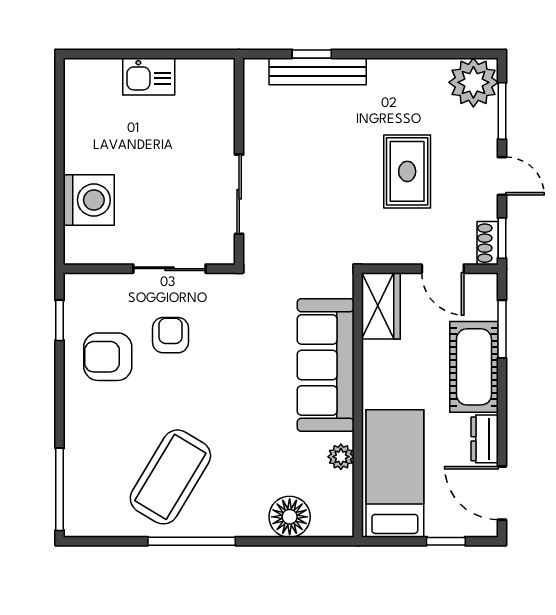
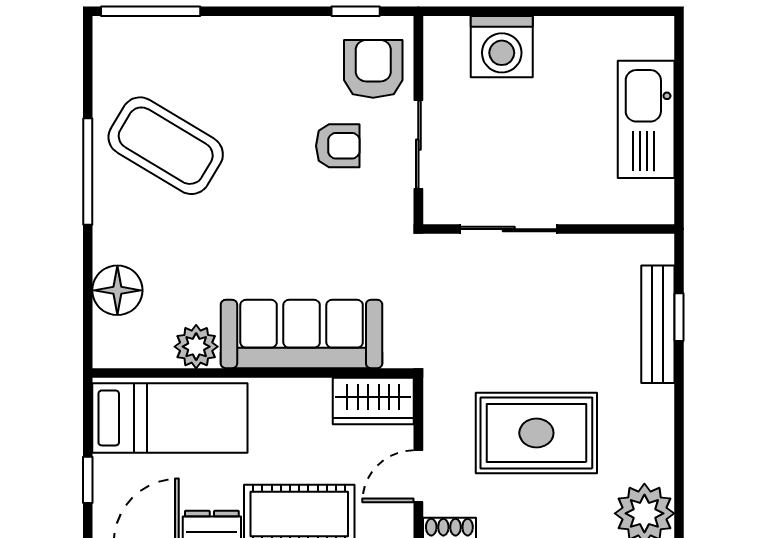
kitchen sink: (149, 77) -> (646, 119), width x1.87, depth x1.24
rug: (407, 171) -> (536, 433), width x1.36, depth x1.43
armchair: (108, 357) -> (373, 69), moved
plant: (341, 457) -> (196, 347), width x1.38, depth x1.38

